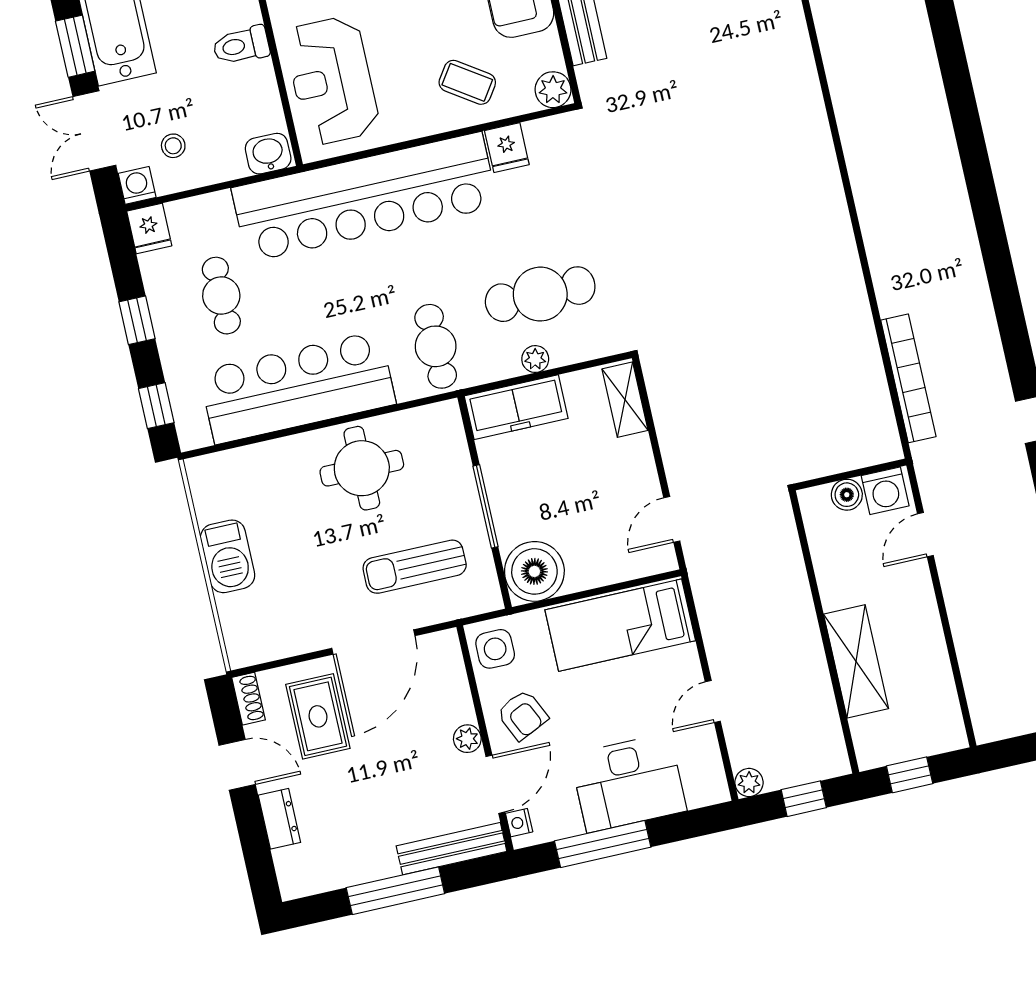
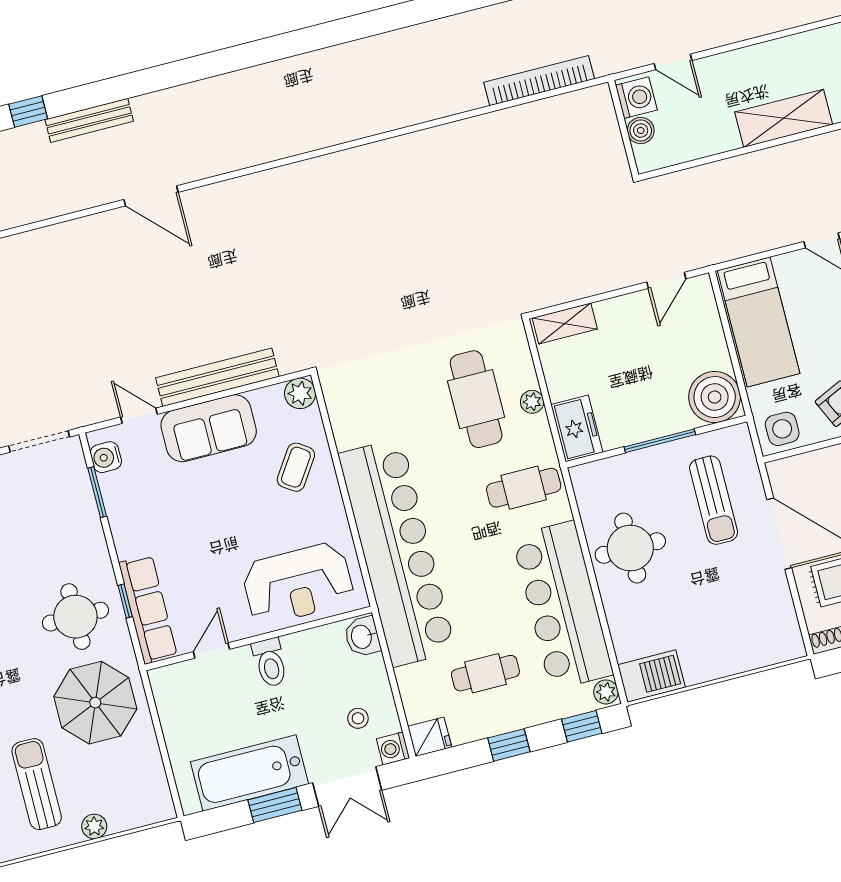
fridge: (507, 148) -> (351, 432), removed
freezer: (516, 407) -> (577, 428), width x0.71
plant: (195, 435) -> (606, 692), added
door: (672, 519) -> (666, 280), hinge flipped
barbecue: (228, 556) -> (651, 676), moved

